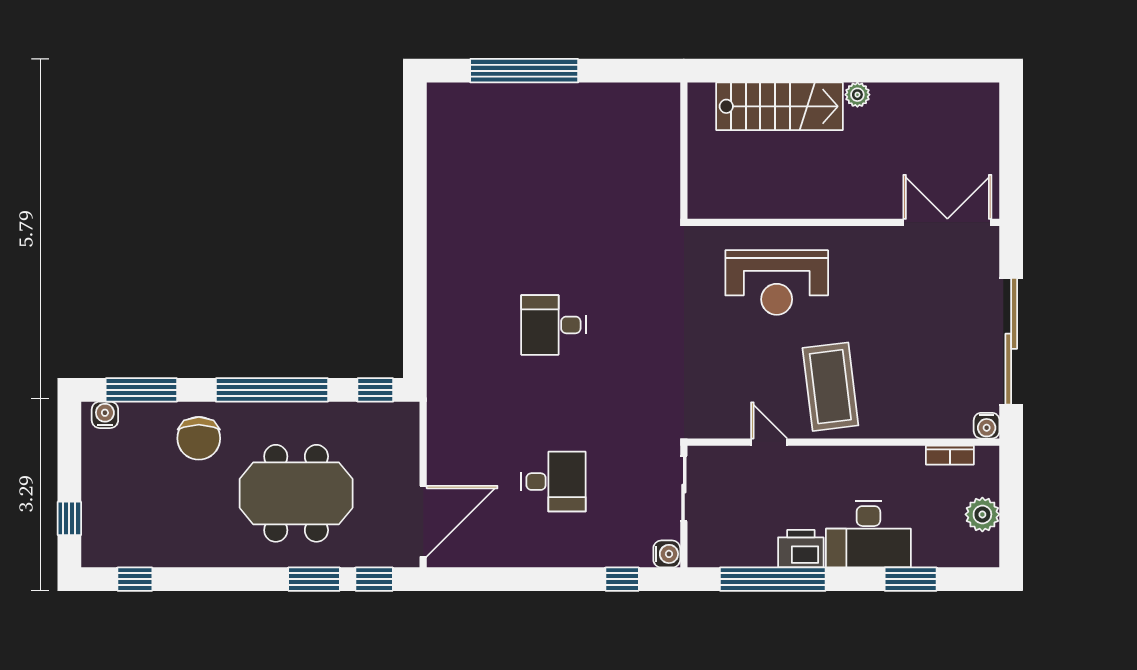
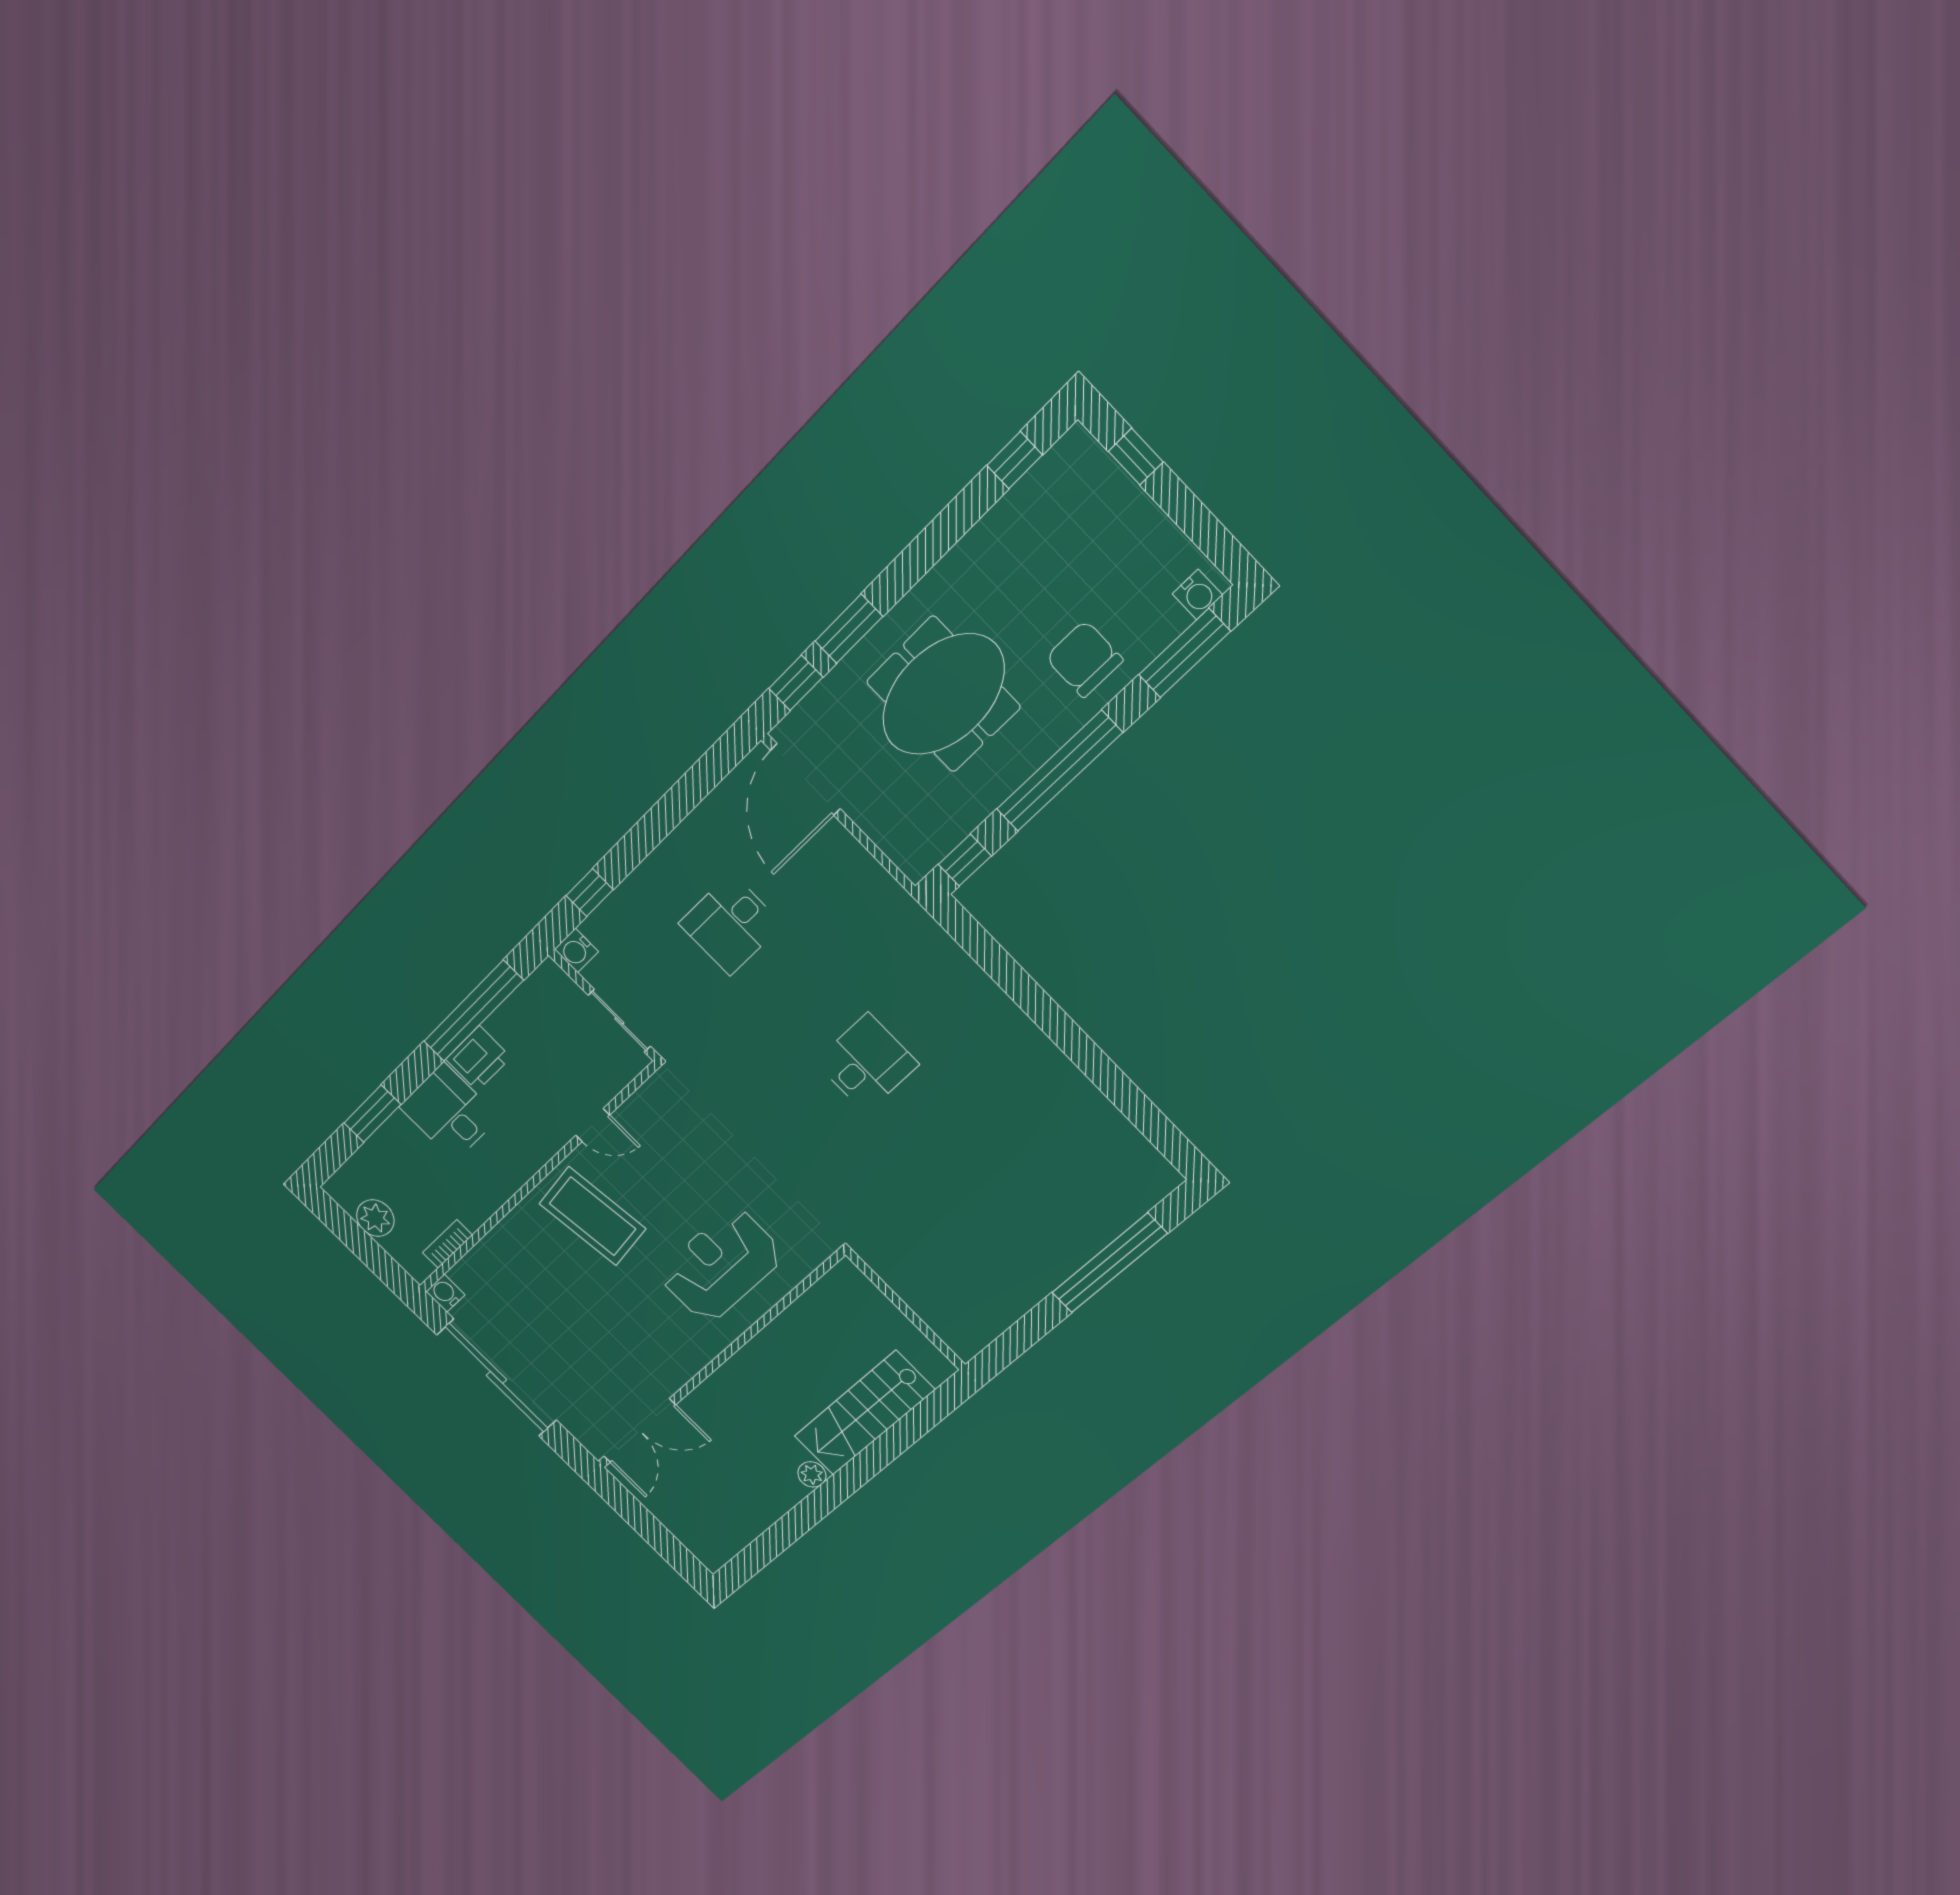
desk: (868, 534) -> (449, 1112), width x0.73

